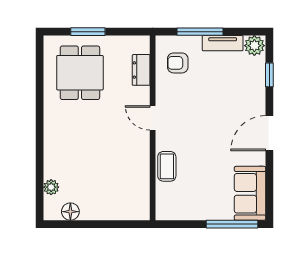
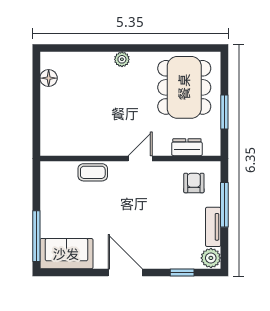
window: (88, 32) -> (224, 112), moved
dining table: (80, 73) -> (184, 87), width x1.38
plant: (51, 187) -> (122, 59), moved

